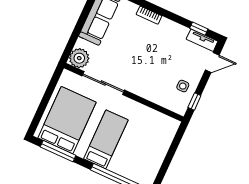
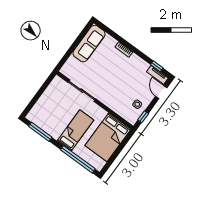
plant: (79, 58) -> (69, 70), removed
door: (212, 63) -> (161, 92), swing flipped
bed: (67, 120) -> (108, 137), moved, turned 180

